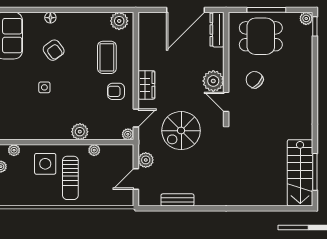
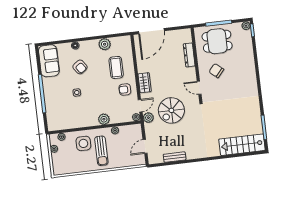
door: (186, 10) -> (151, 31), moved
plant: (119, 21) -> (105, 44), moved
dresser: (217, 30) -> (189, 55), moved
plant: (213, 81) -> (189, 75), removed
plant: (146, 160) -> (148, 118), moved
stairs: (300, 173) -> (242, 145), moved, turned 90

